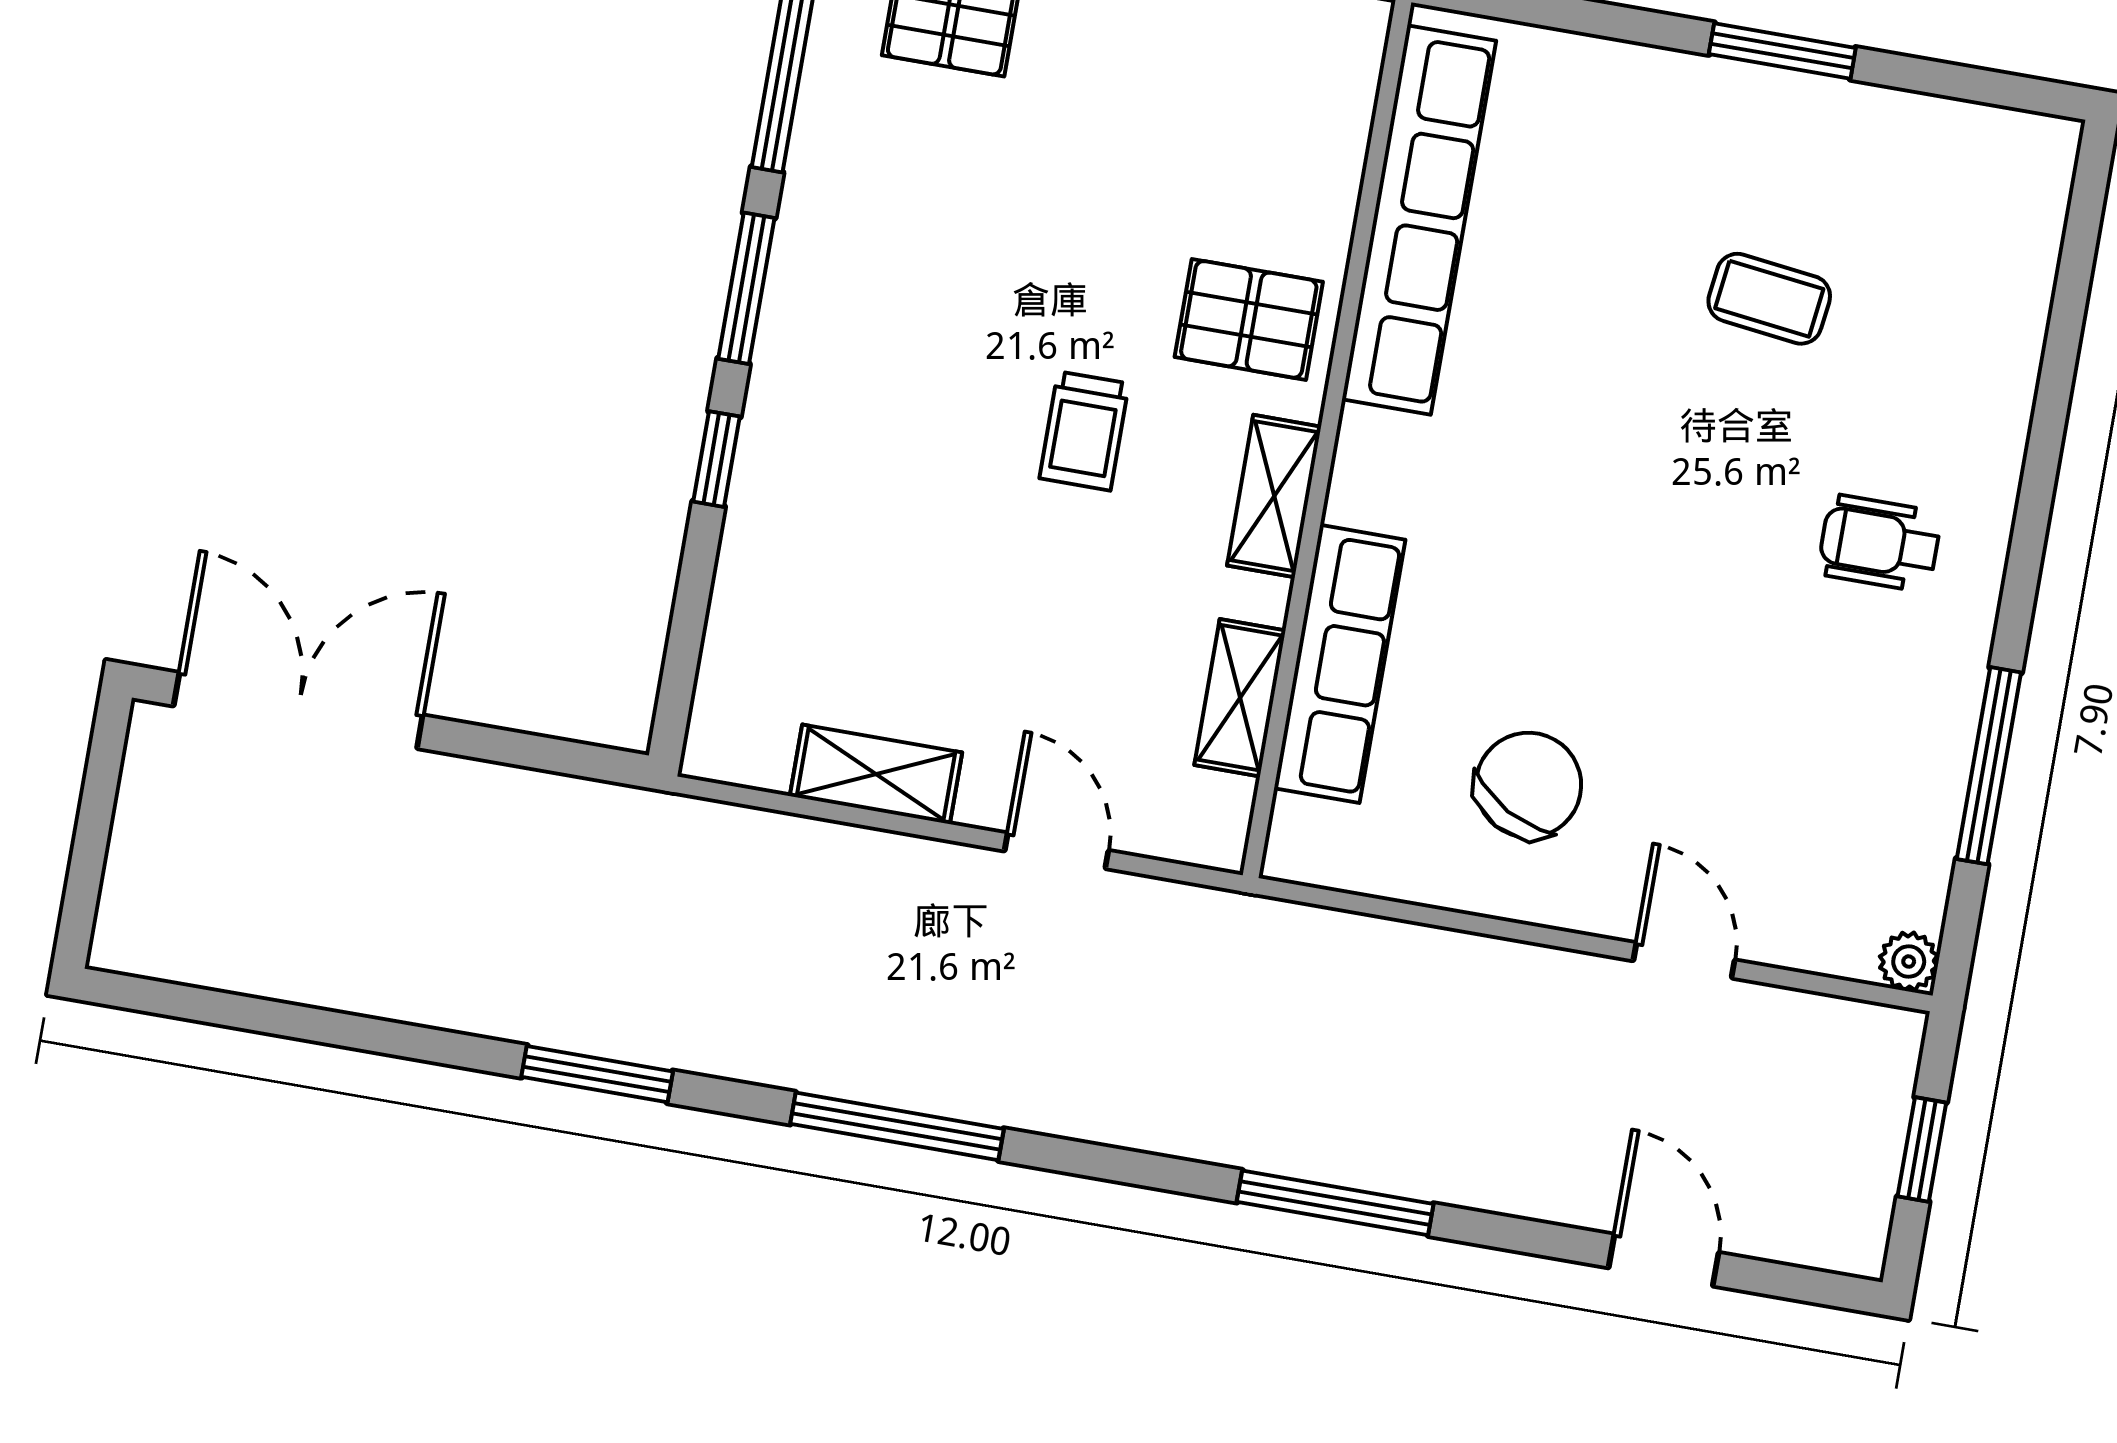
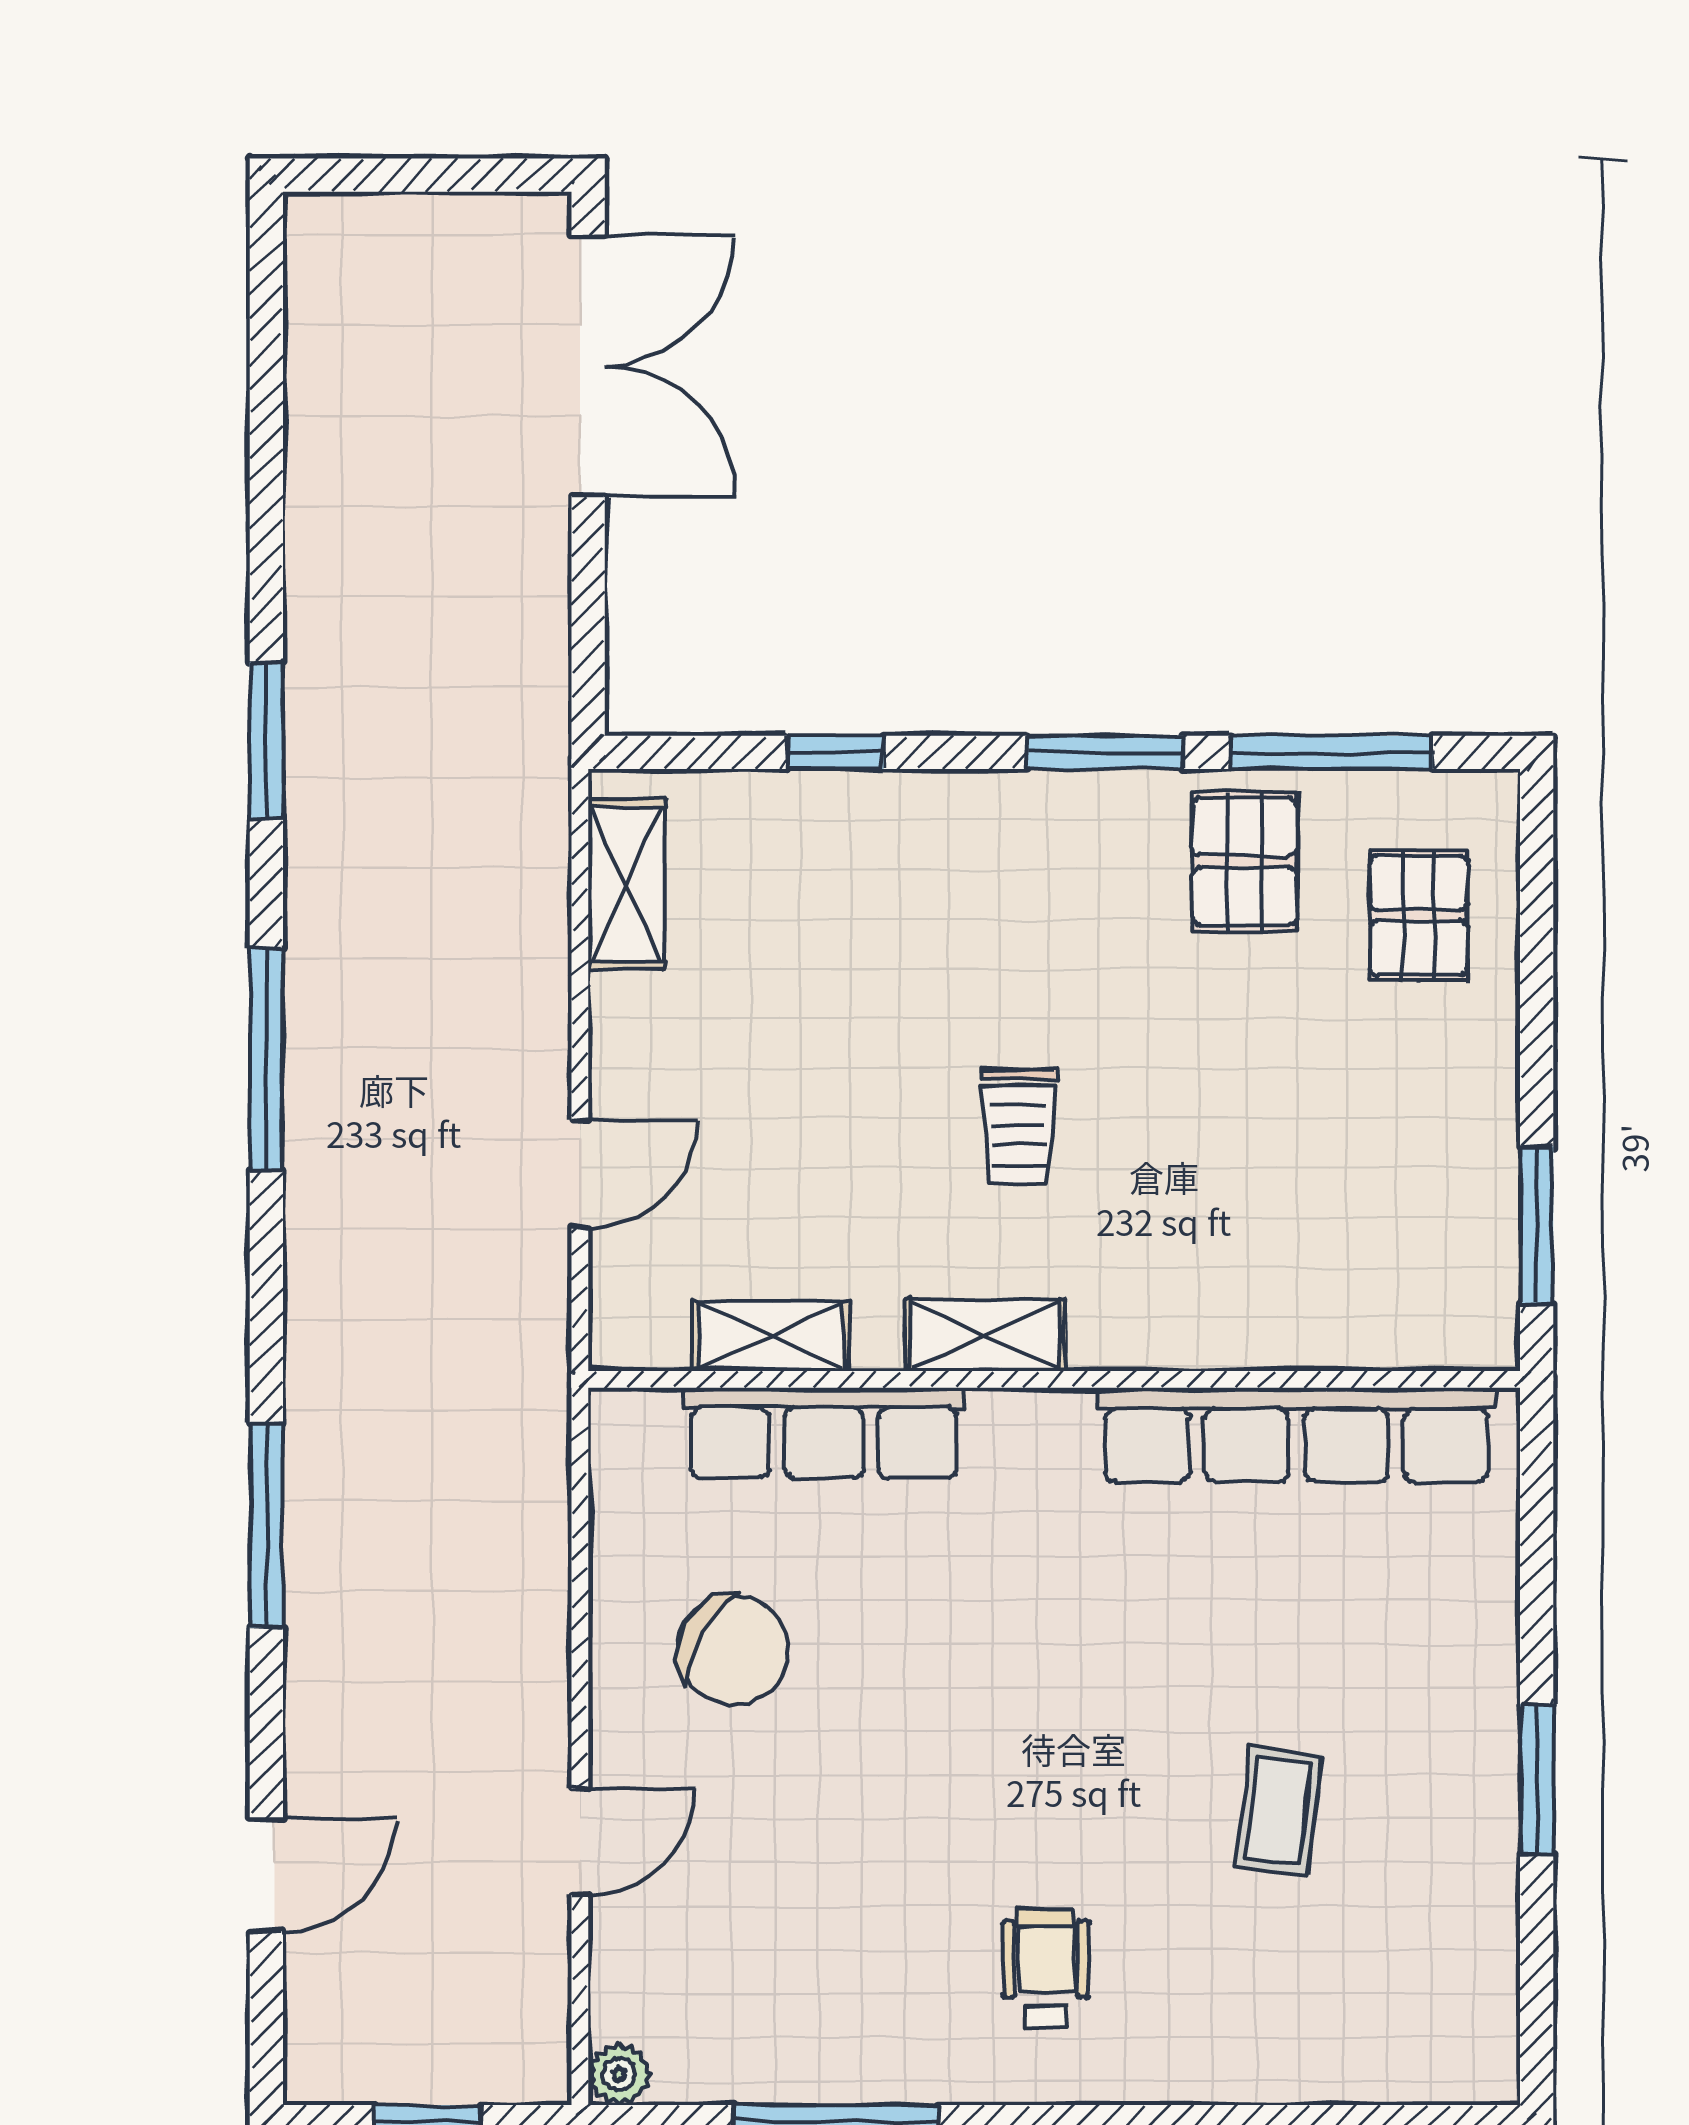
pallet: (1249, 319) -> (1245, 861), moved
trolley: (1084, 431) -> (1018, 1127), turned -90
window: (717, 459) -> (836, 752), moved
shelving: (876, 774) -> (626, 884), moved

